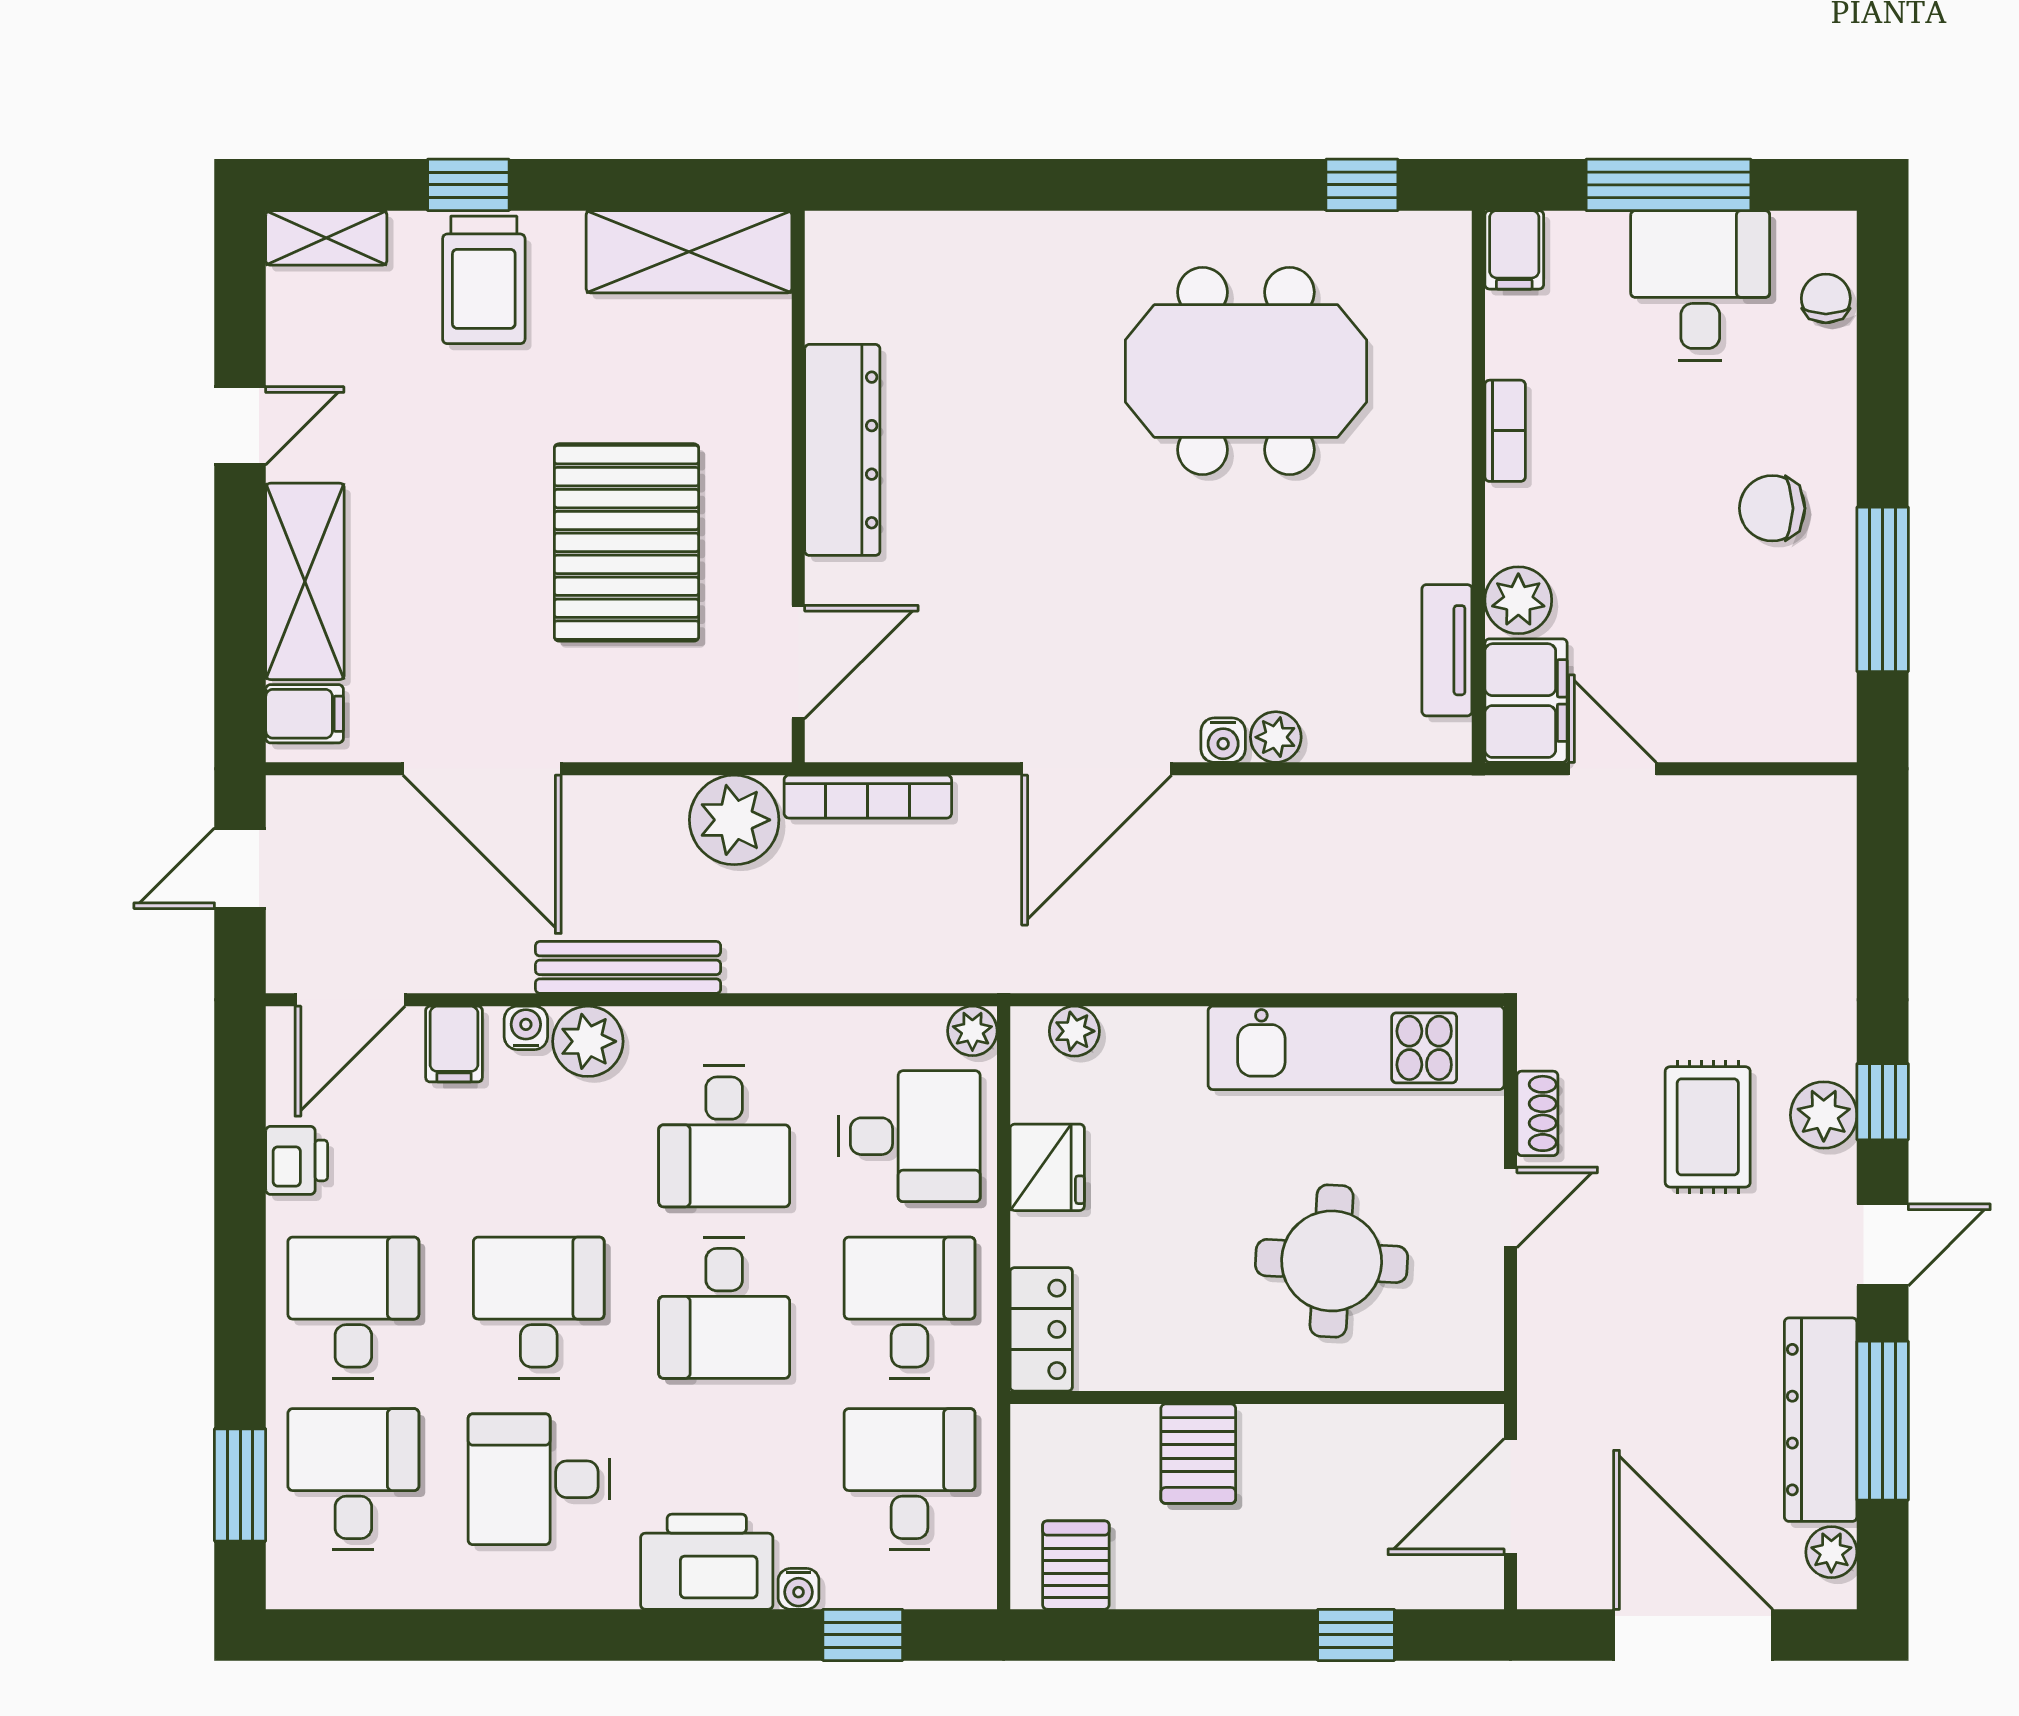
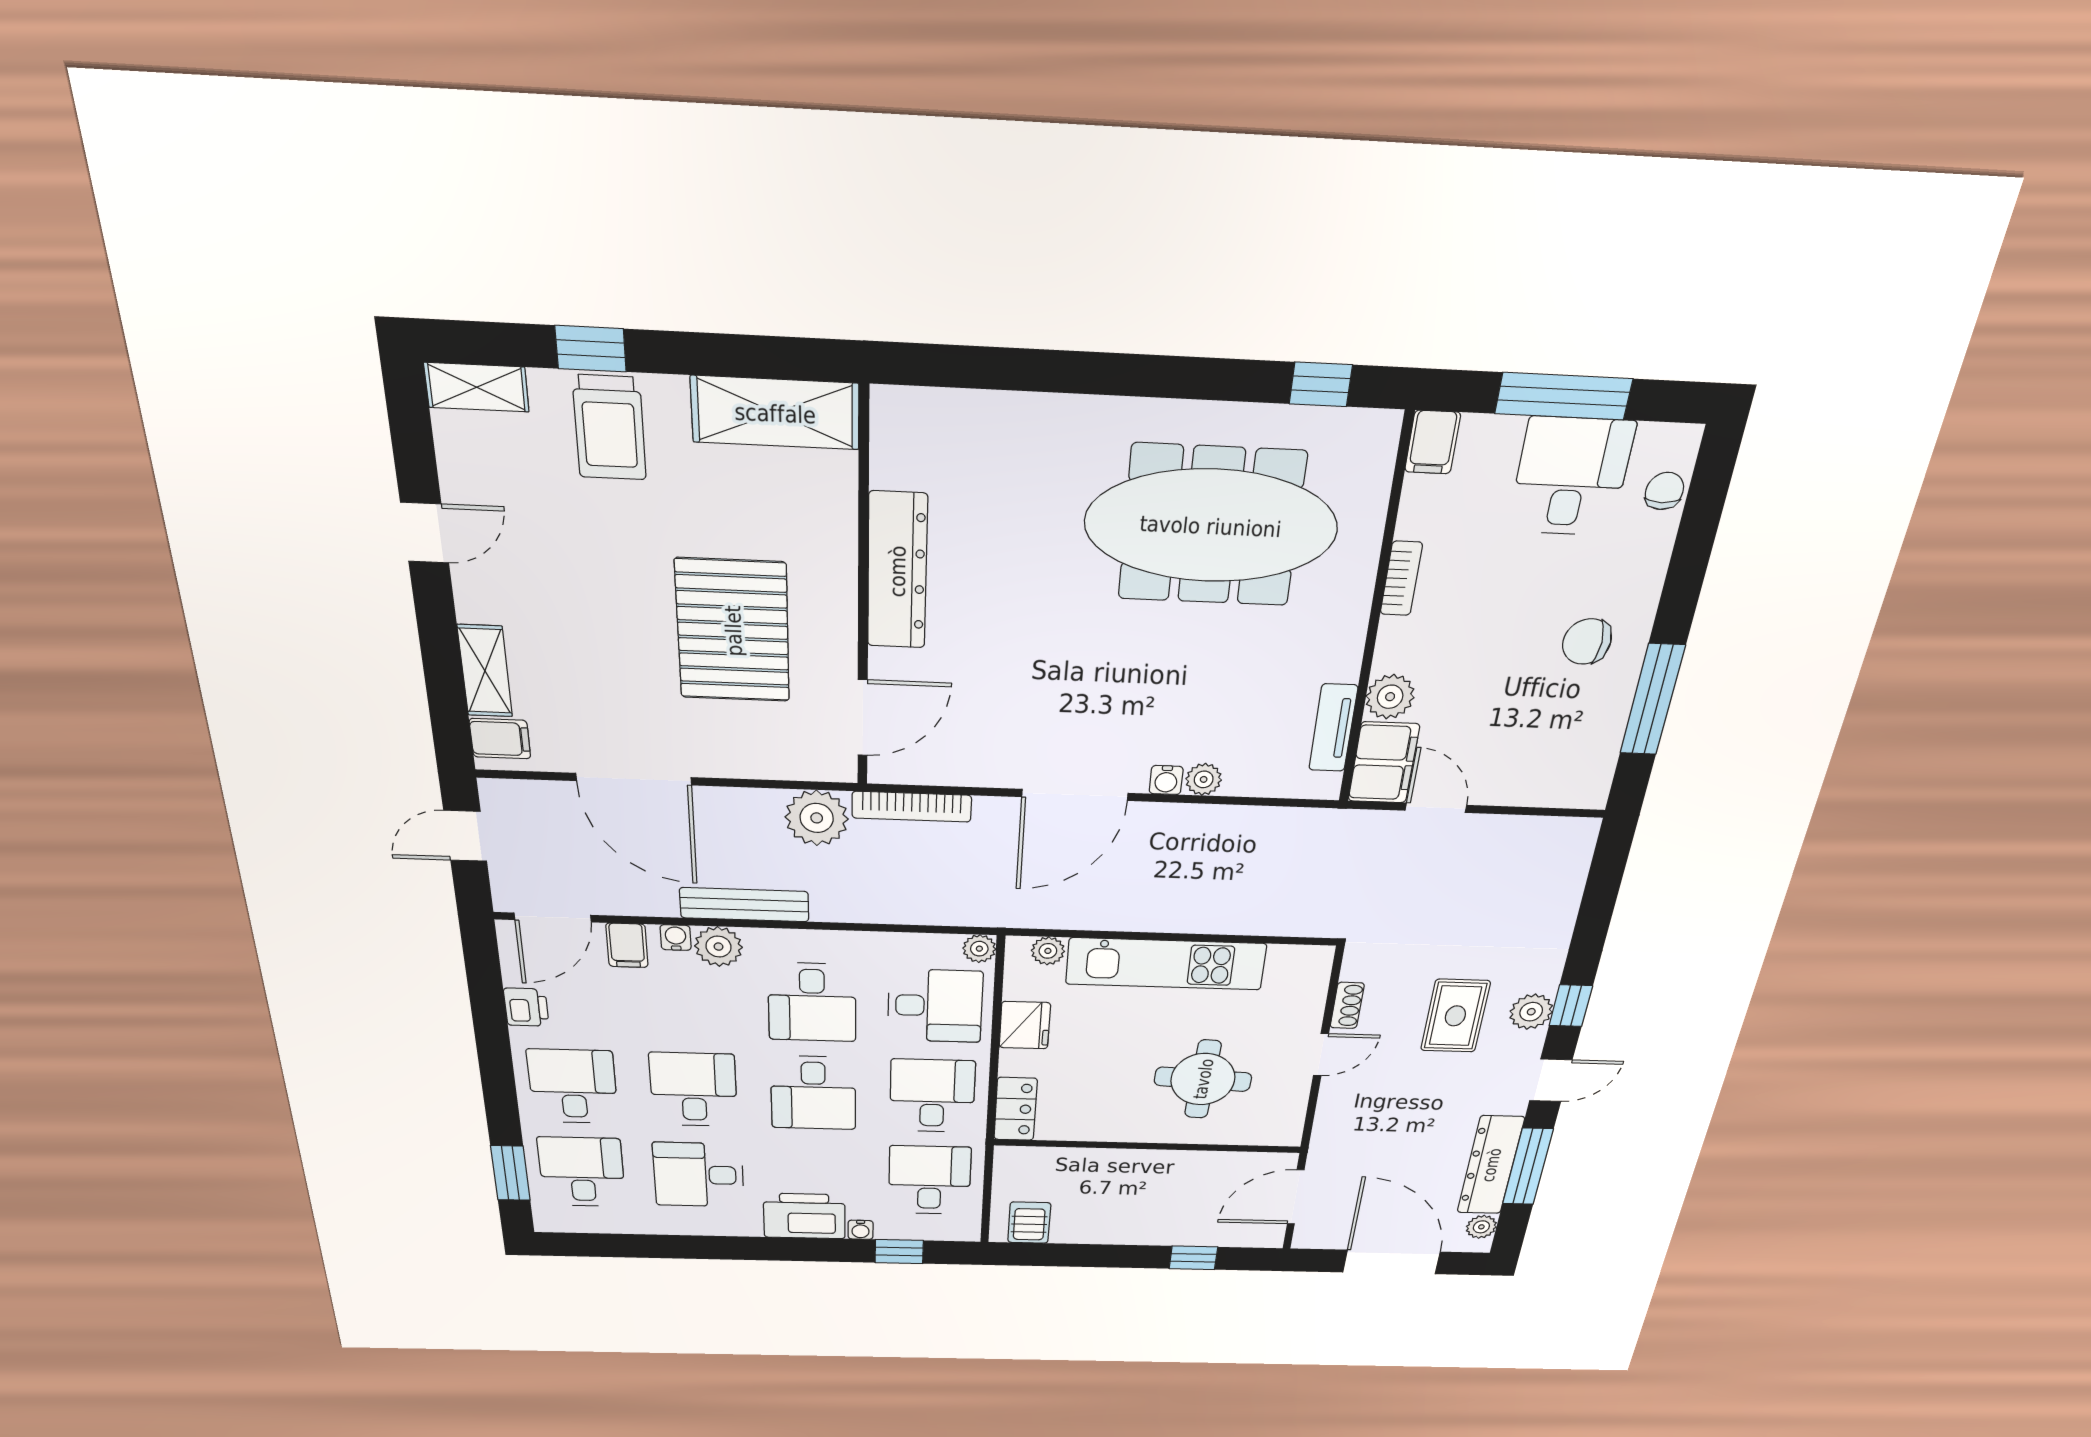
meeting table: (1246, 371) -> (1211, 526), width x1.36
shelving: (305, 581) -> (485, 671), width x0.67, depth x0.75
kitchen unit: (1356, 1048) -> (1166, 964), moved
server rack: (1198, 1454) -> (1108, 1172), removed

